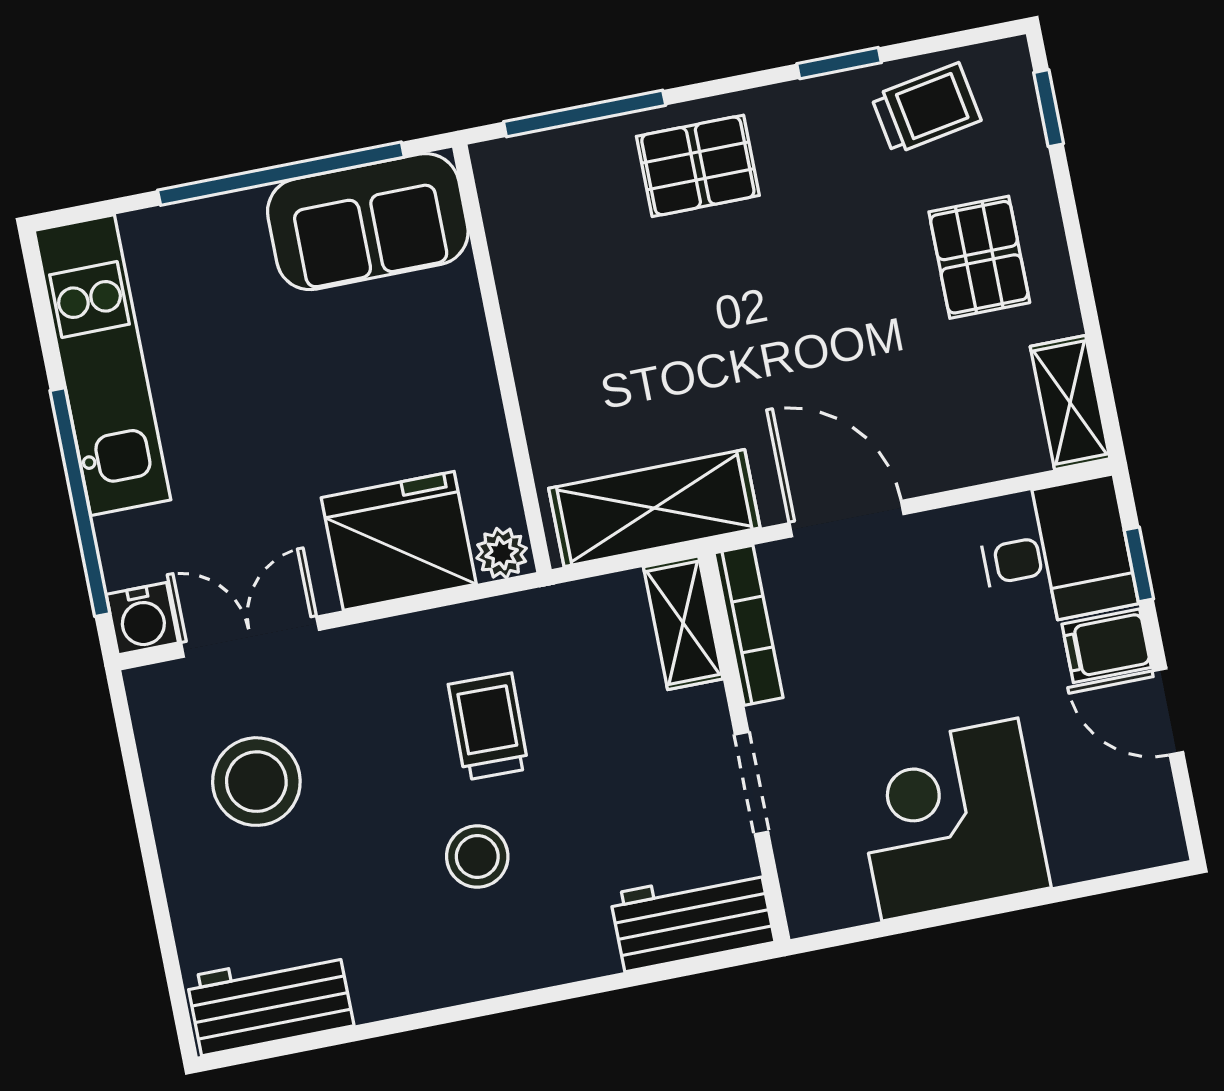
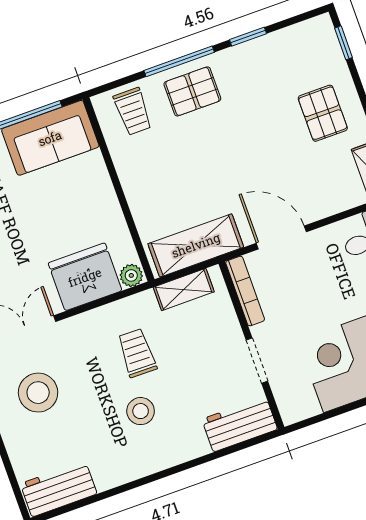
trolley: (926, 108) -> (133, 111), moved, turned 100
window: (585, 113) -> (179, 61), moved
shelving: (683, 623) -> (184, 290), moved, turned 90

